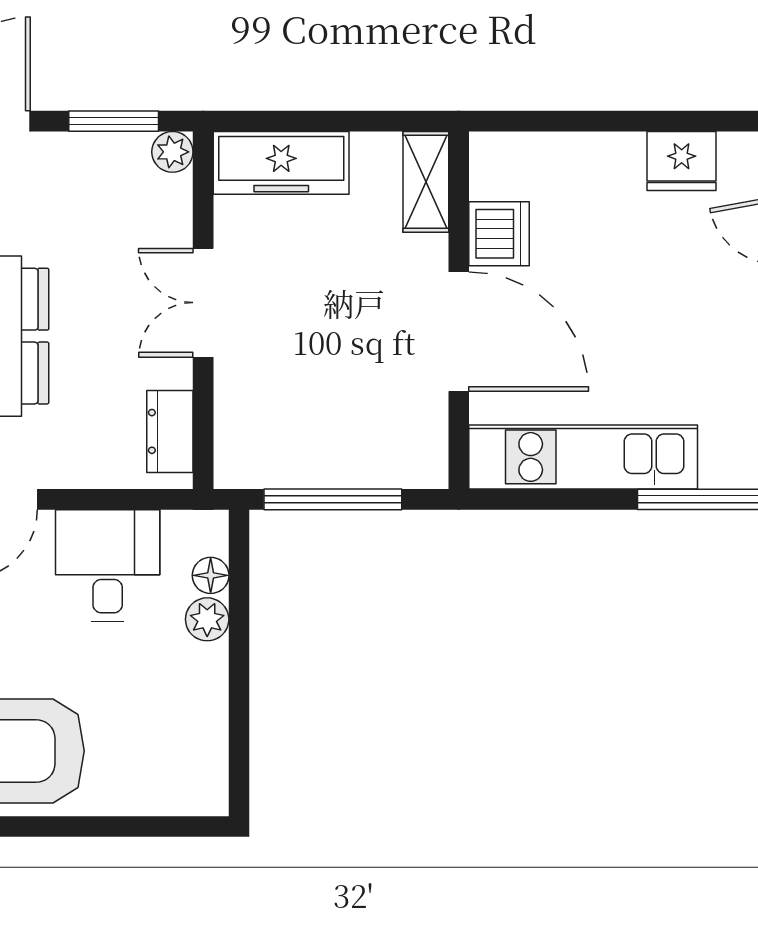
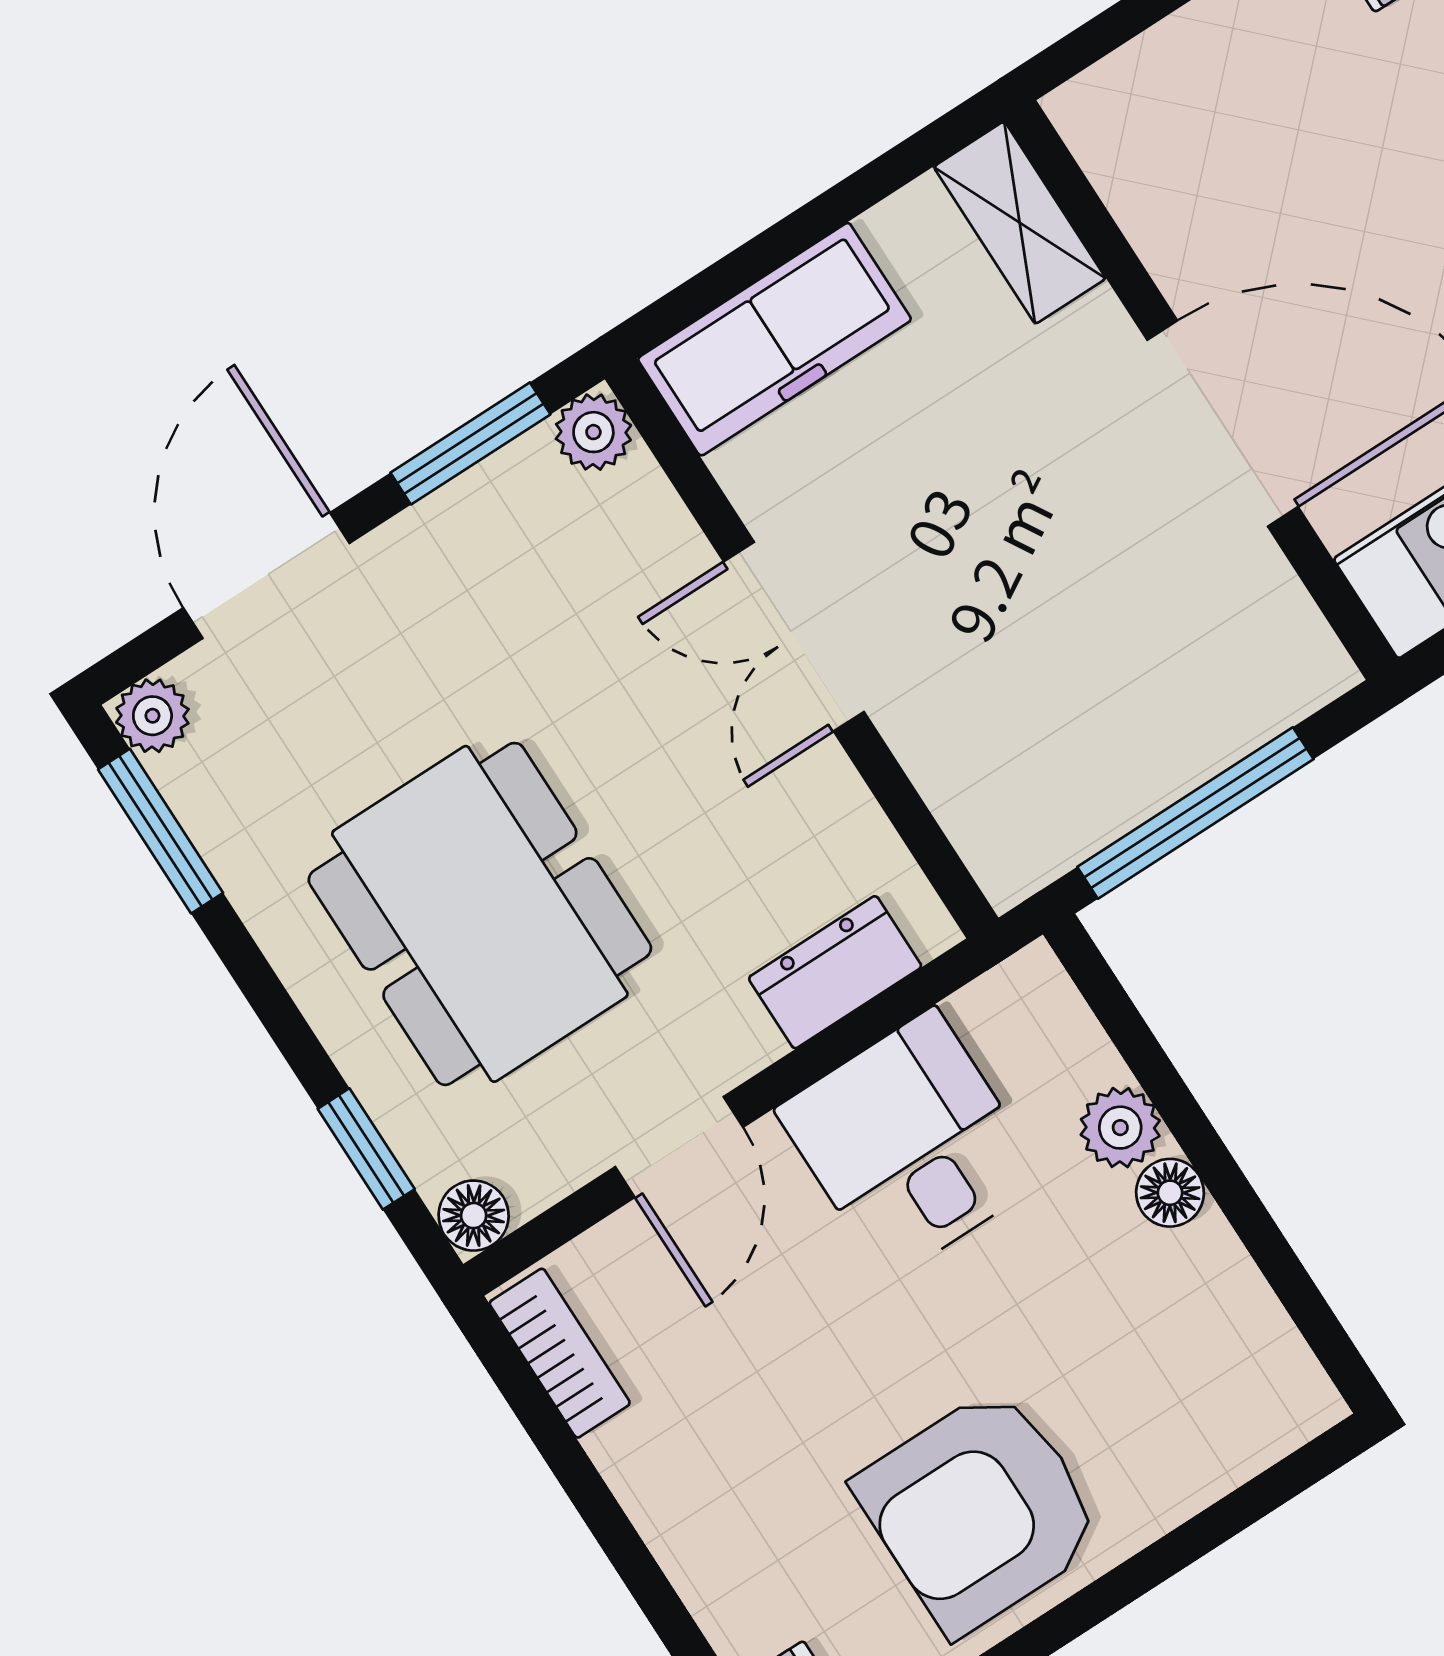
dishwasher: (499, 234) -> (1187, 230), removed
dresser: (170, 431) -> (835, 972), moved, turned 90
floor lamp: (211, 575) -> (1170, 1193), moved

